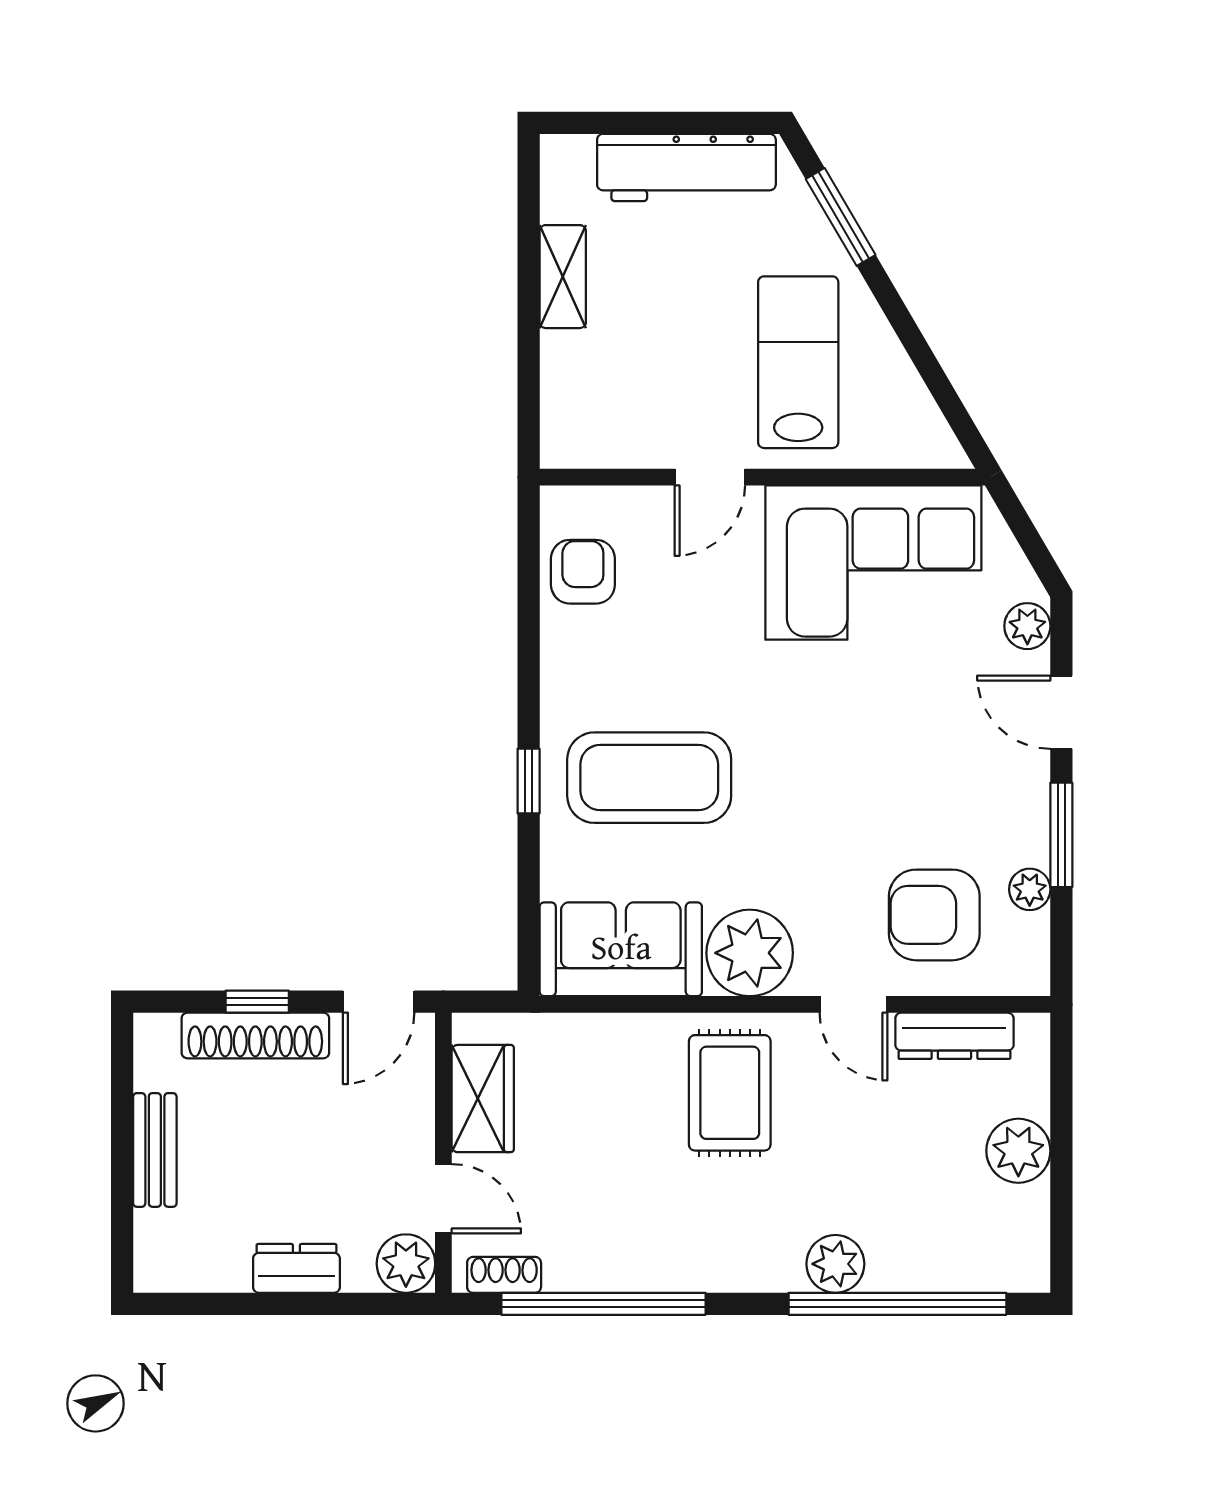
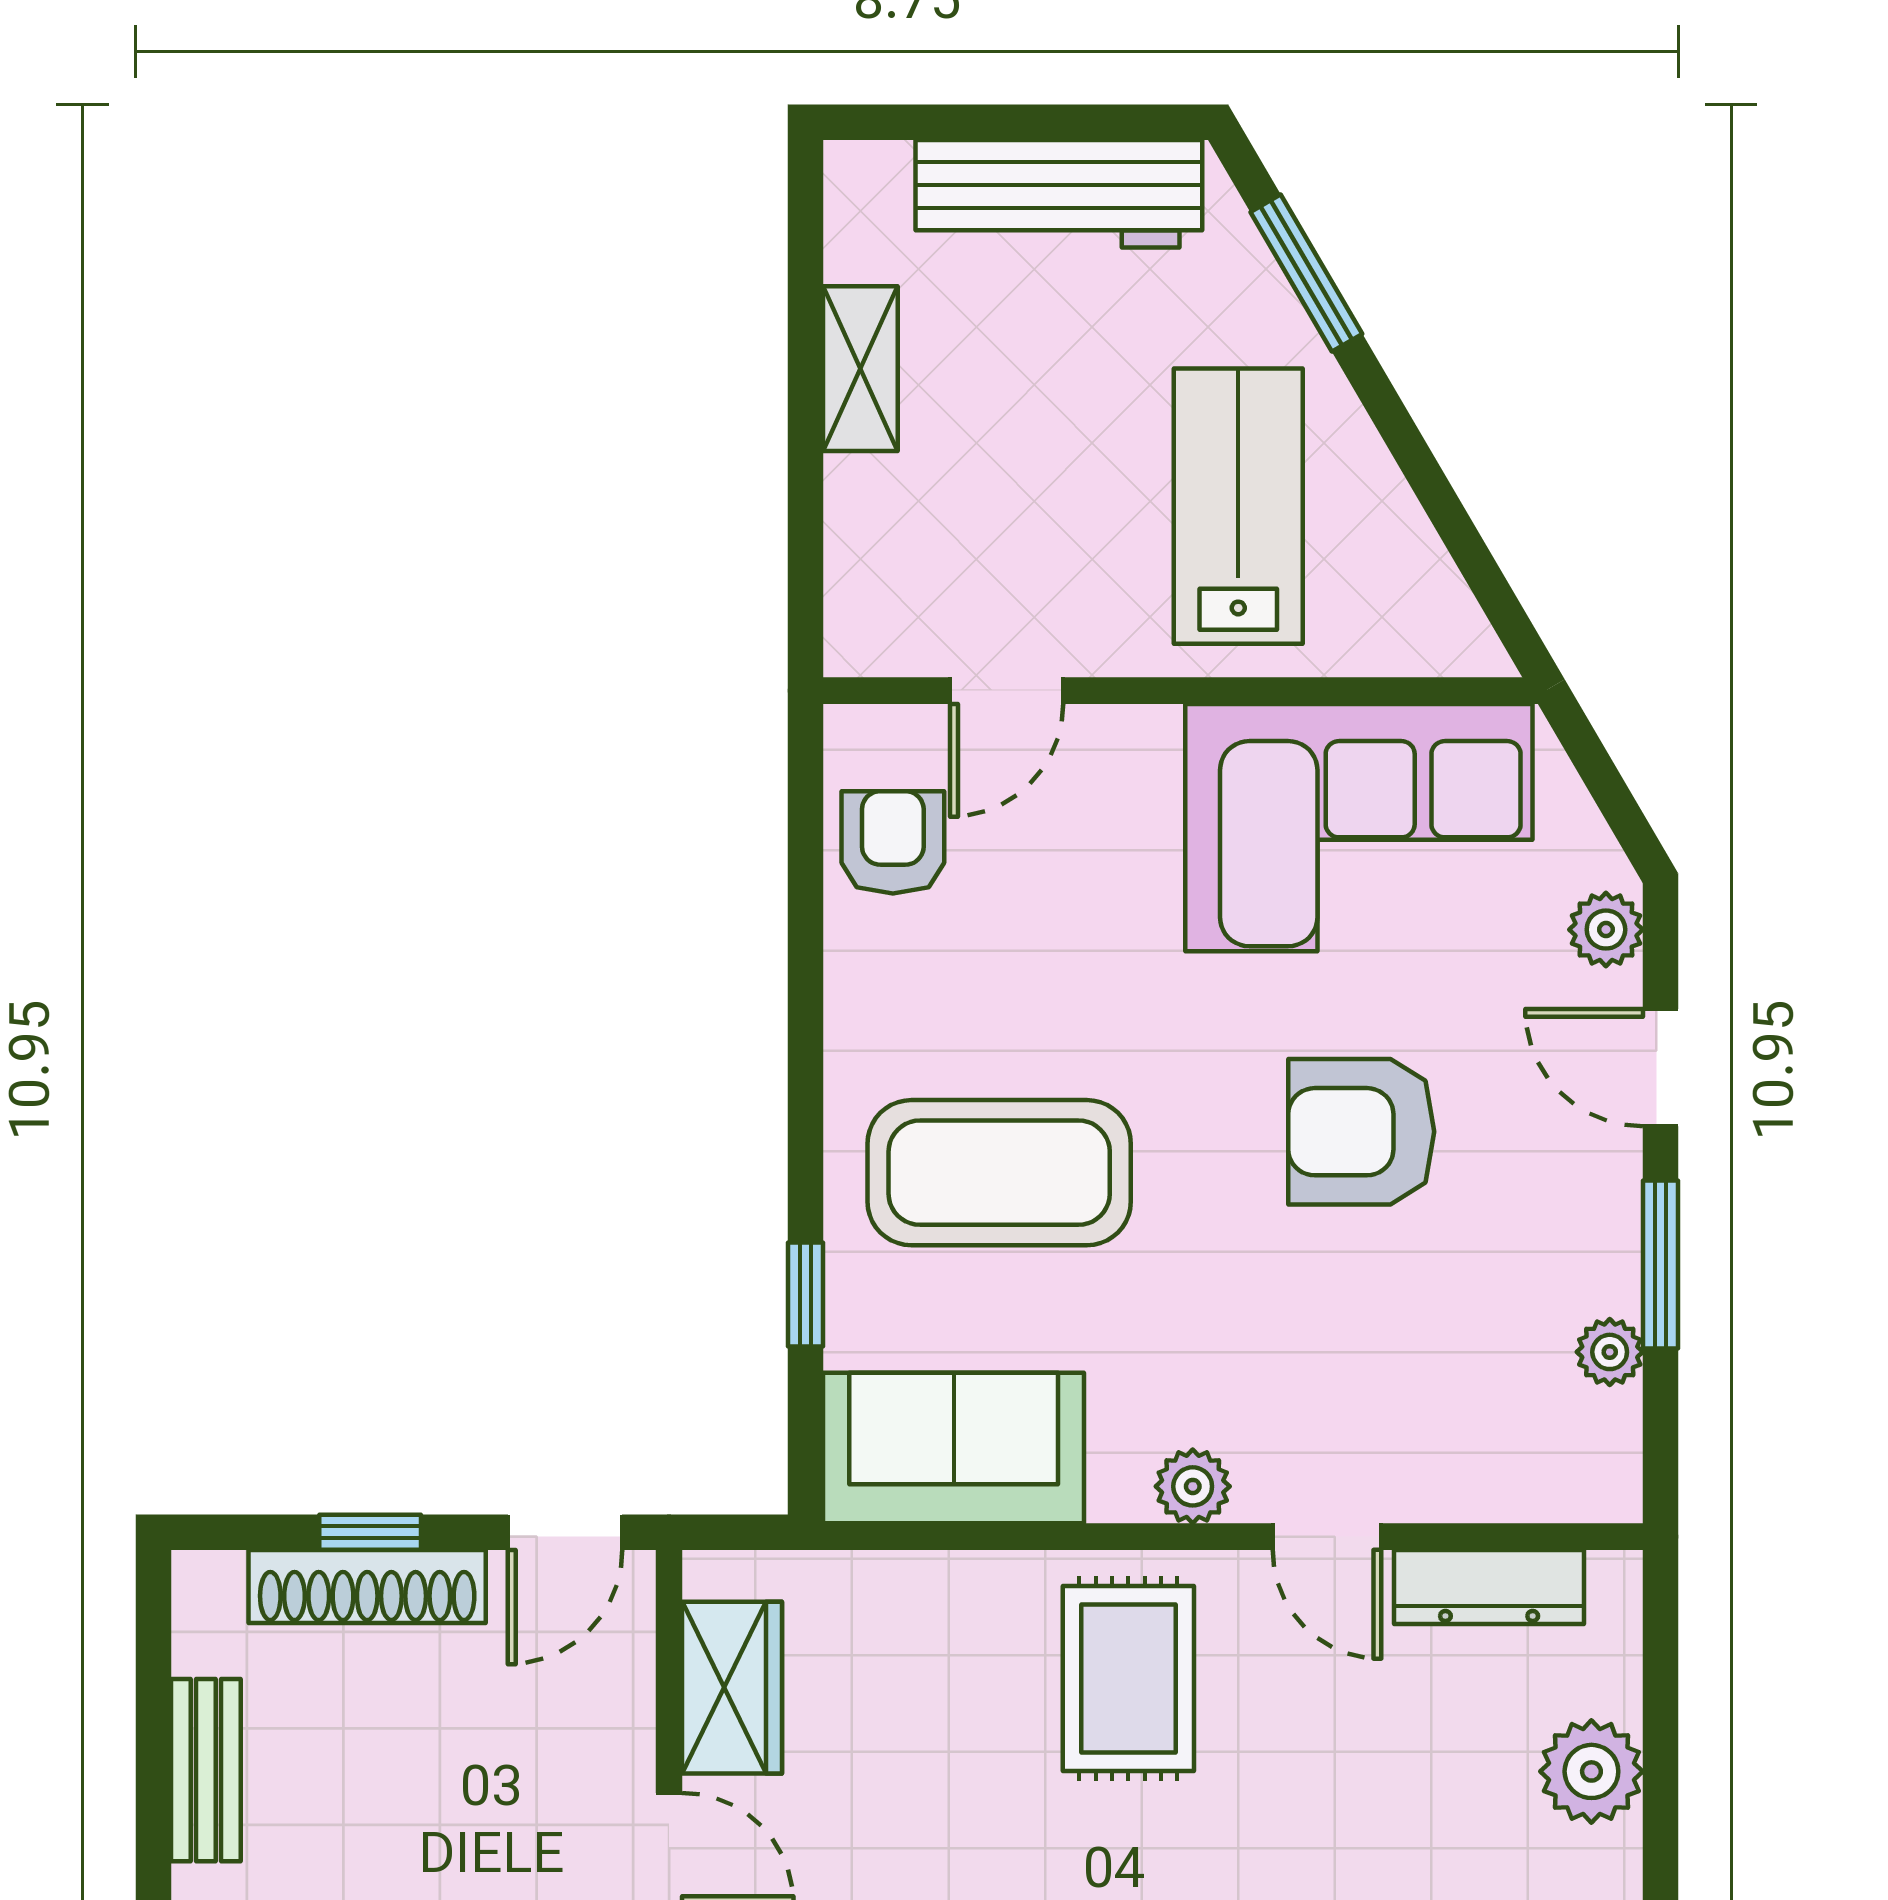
door: (710, 477) -> (1007, 691), moved
window: (529, 781) -> (806, 1294), moved
armchair: (934, 915) -> (1361, 1132), moved
plant: (750, 953) -> (1193, 1486), width x0.53, depth x0.53

